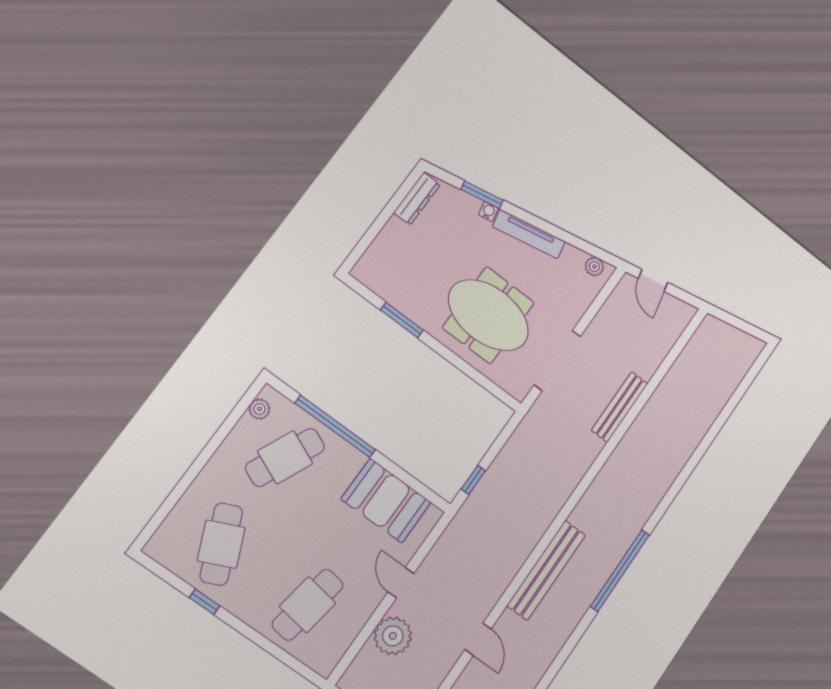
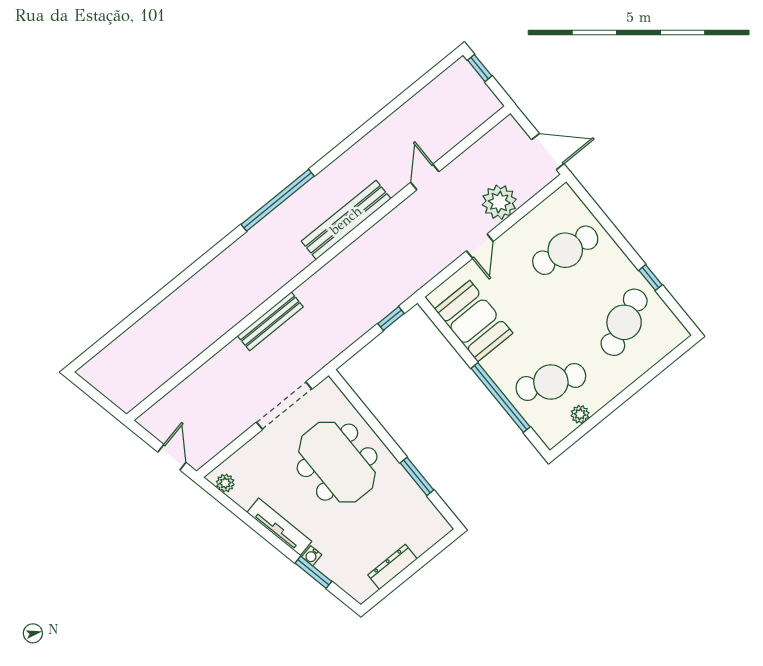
dresser: (417, 199) -> (392, 567), moved
bench: (620, 407) -> (270, 321), moved
plant: (259, 409) -> (580, 414), moved

